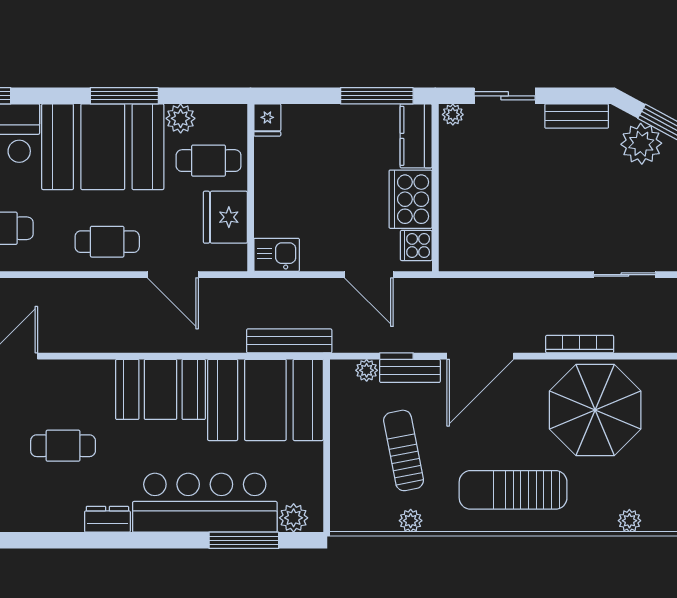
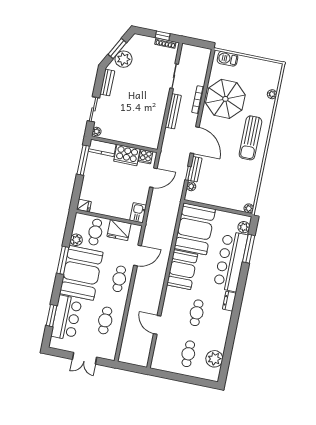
bench: (289, 341) -> (173, 111), moved
sun lounger: (404, 450) -> (226, 178), removed
plant: (411, 521) -> (249, 208), moved

